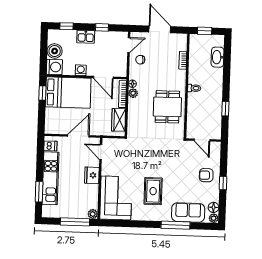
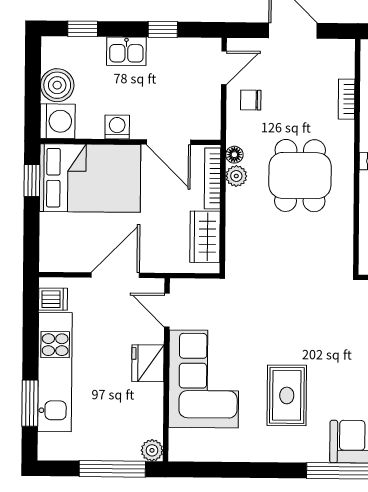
dining table: (167, 107) -> (300, 176), moved
corner sofa: (116, 198) -> (204, 379), moved

